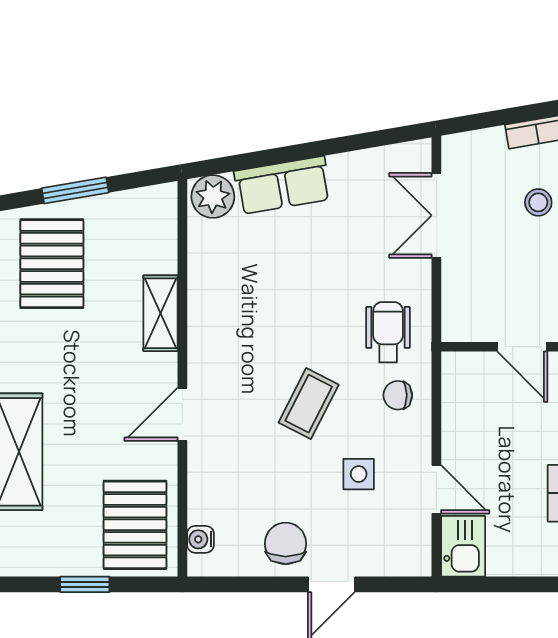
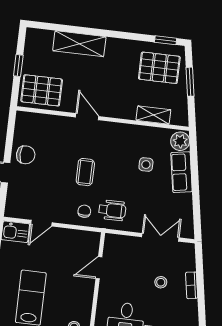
shelving: (161, 313) -> (153, 115), moved
coffee table: (309, 404) -> (85, 172), turned 63
side table: (359, 474) -> (146, 165), moved
water cooler: (200, 539) -> (32, 118), removed

